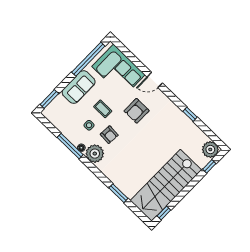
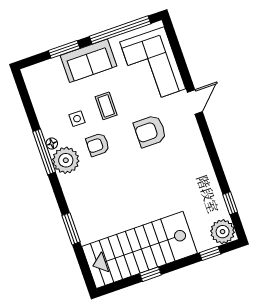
door: (155, 80) -> (195, 102), swing flipped
window: (49, 99) -> (64, 49), moved
window: (190, 114) -> (230, 203), moved
armchair: (109, 135) -> (98, 145), turned 86
window: (70, 146) -> (44, 152), moved
window: (164, 213) -> (150, 274), moved

